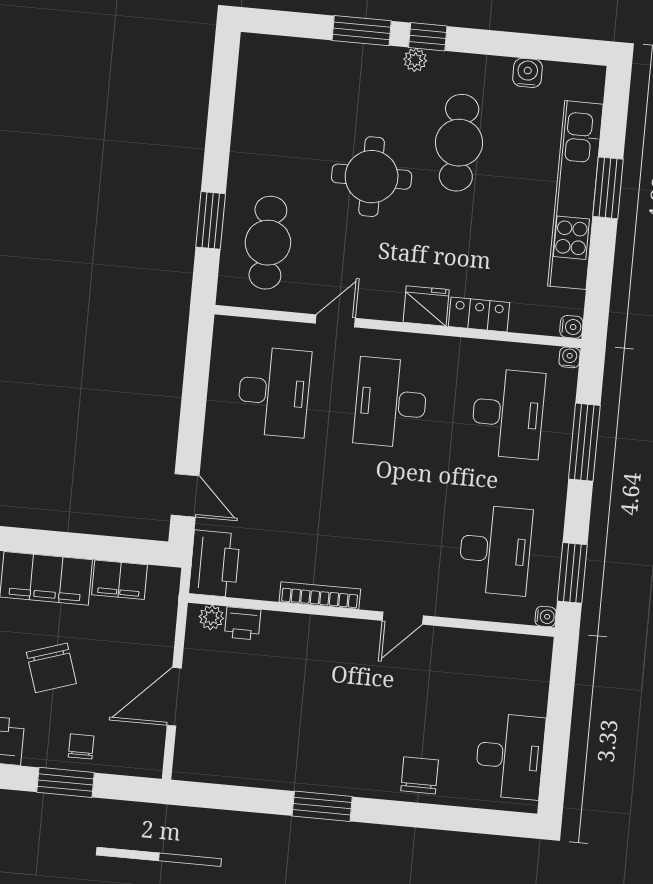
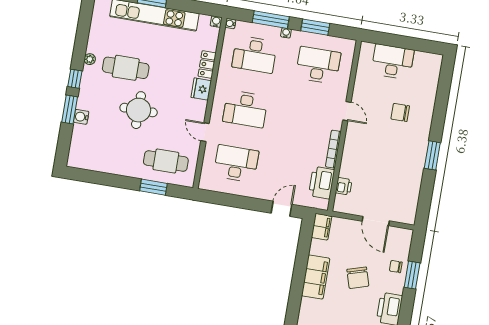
plant: (415, 60) -> (90, 59), moved
water cooler: (528, 73) -> (81, 117), moved
desk: (508, 414) -> (255, 54), turned 180
printer: (214, 564) -> (322, 183), moved, turned -90
window: (572, 573) -> (315, 27), moved
filing cabinet: (119, 580) -> (322, 227), moved
plant: (211, 617) -> (340, 201), removed
water cooler: (546, 617) -> (286, 33), moved
chair: (51, 668) -> (358, 278), turned 91
desk: (510, 756) -> (393, 62), moved
chair: (420, 775) -> (400, 112), moved

